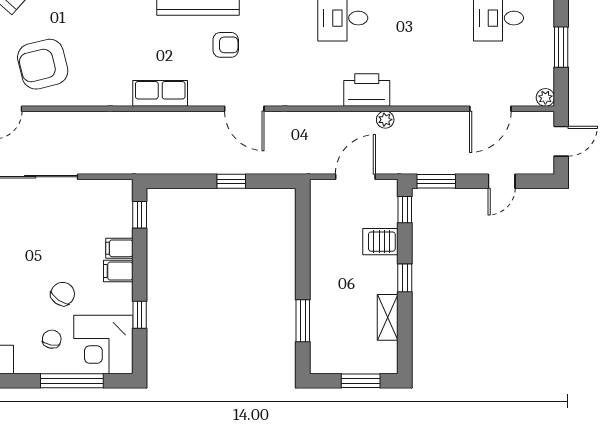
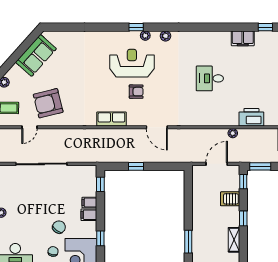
armchair: (226, 45) -> (136, 92), moved
printer: (367, 90) -> (251, 117), moved
window: (231, 181) -> (136, 166), moved

